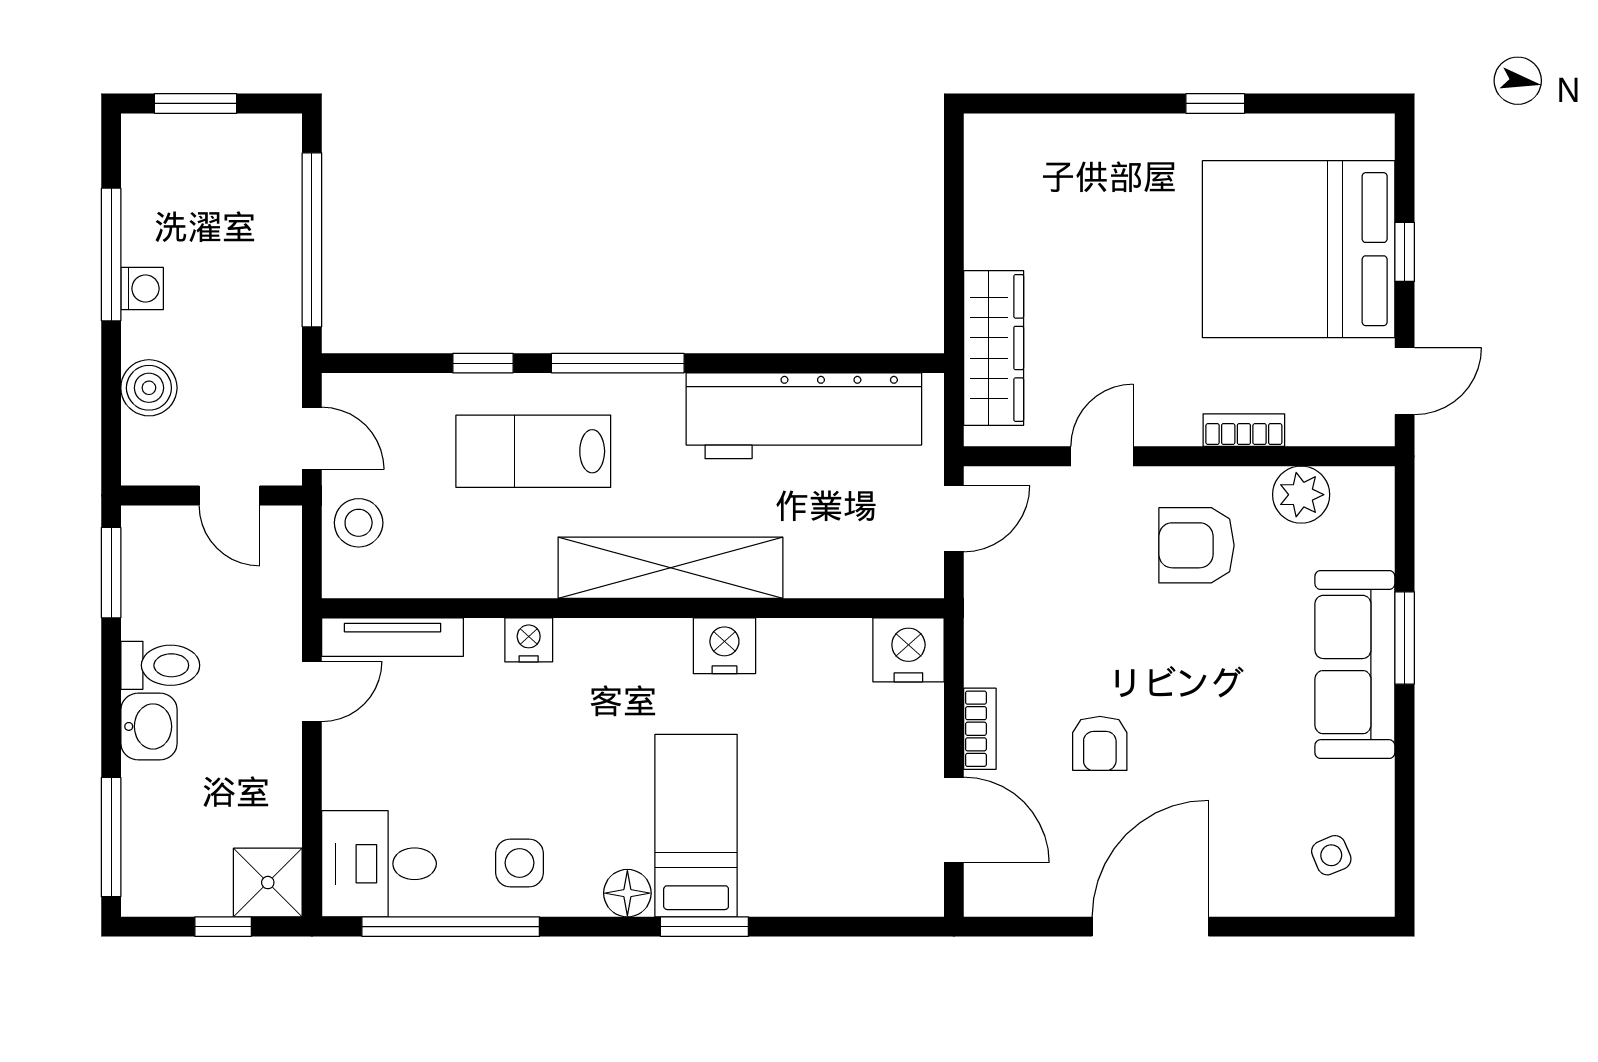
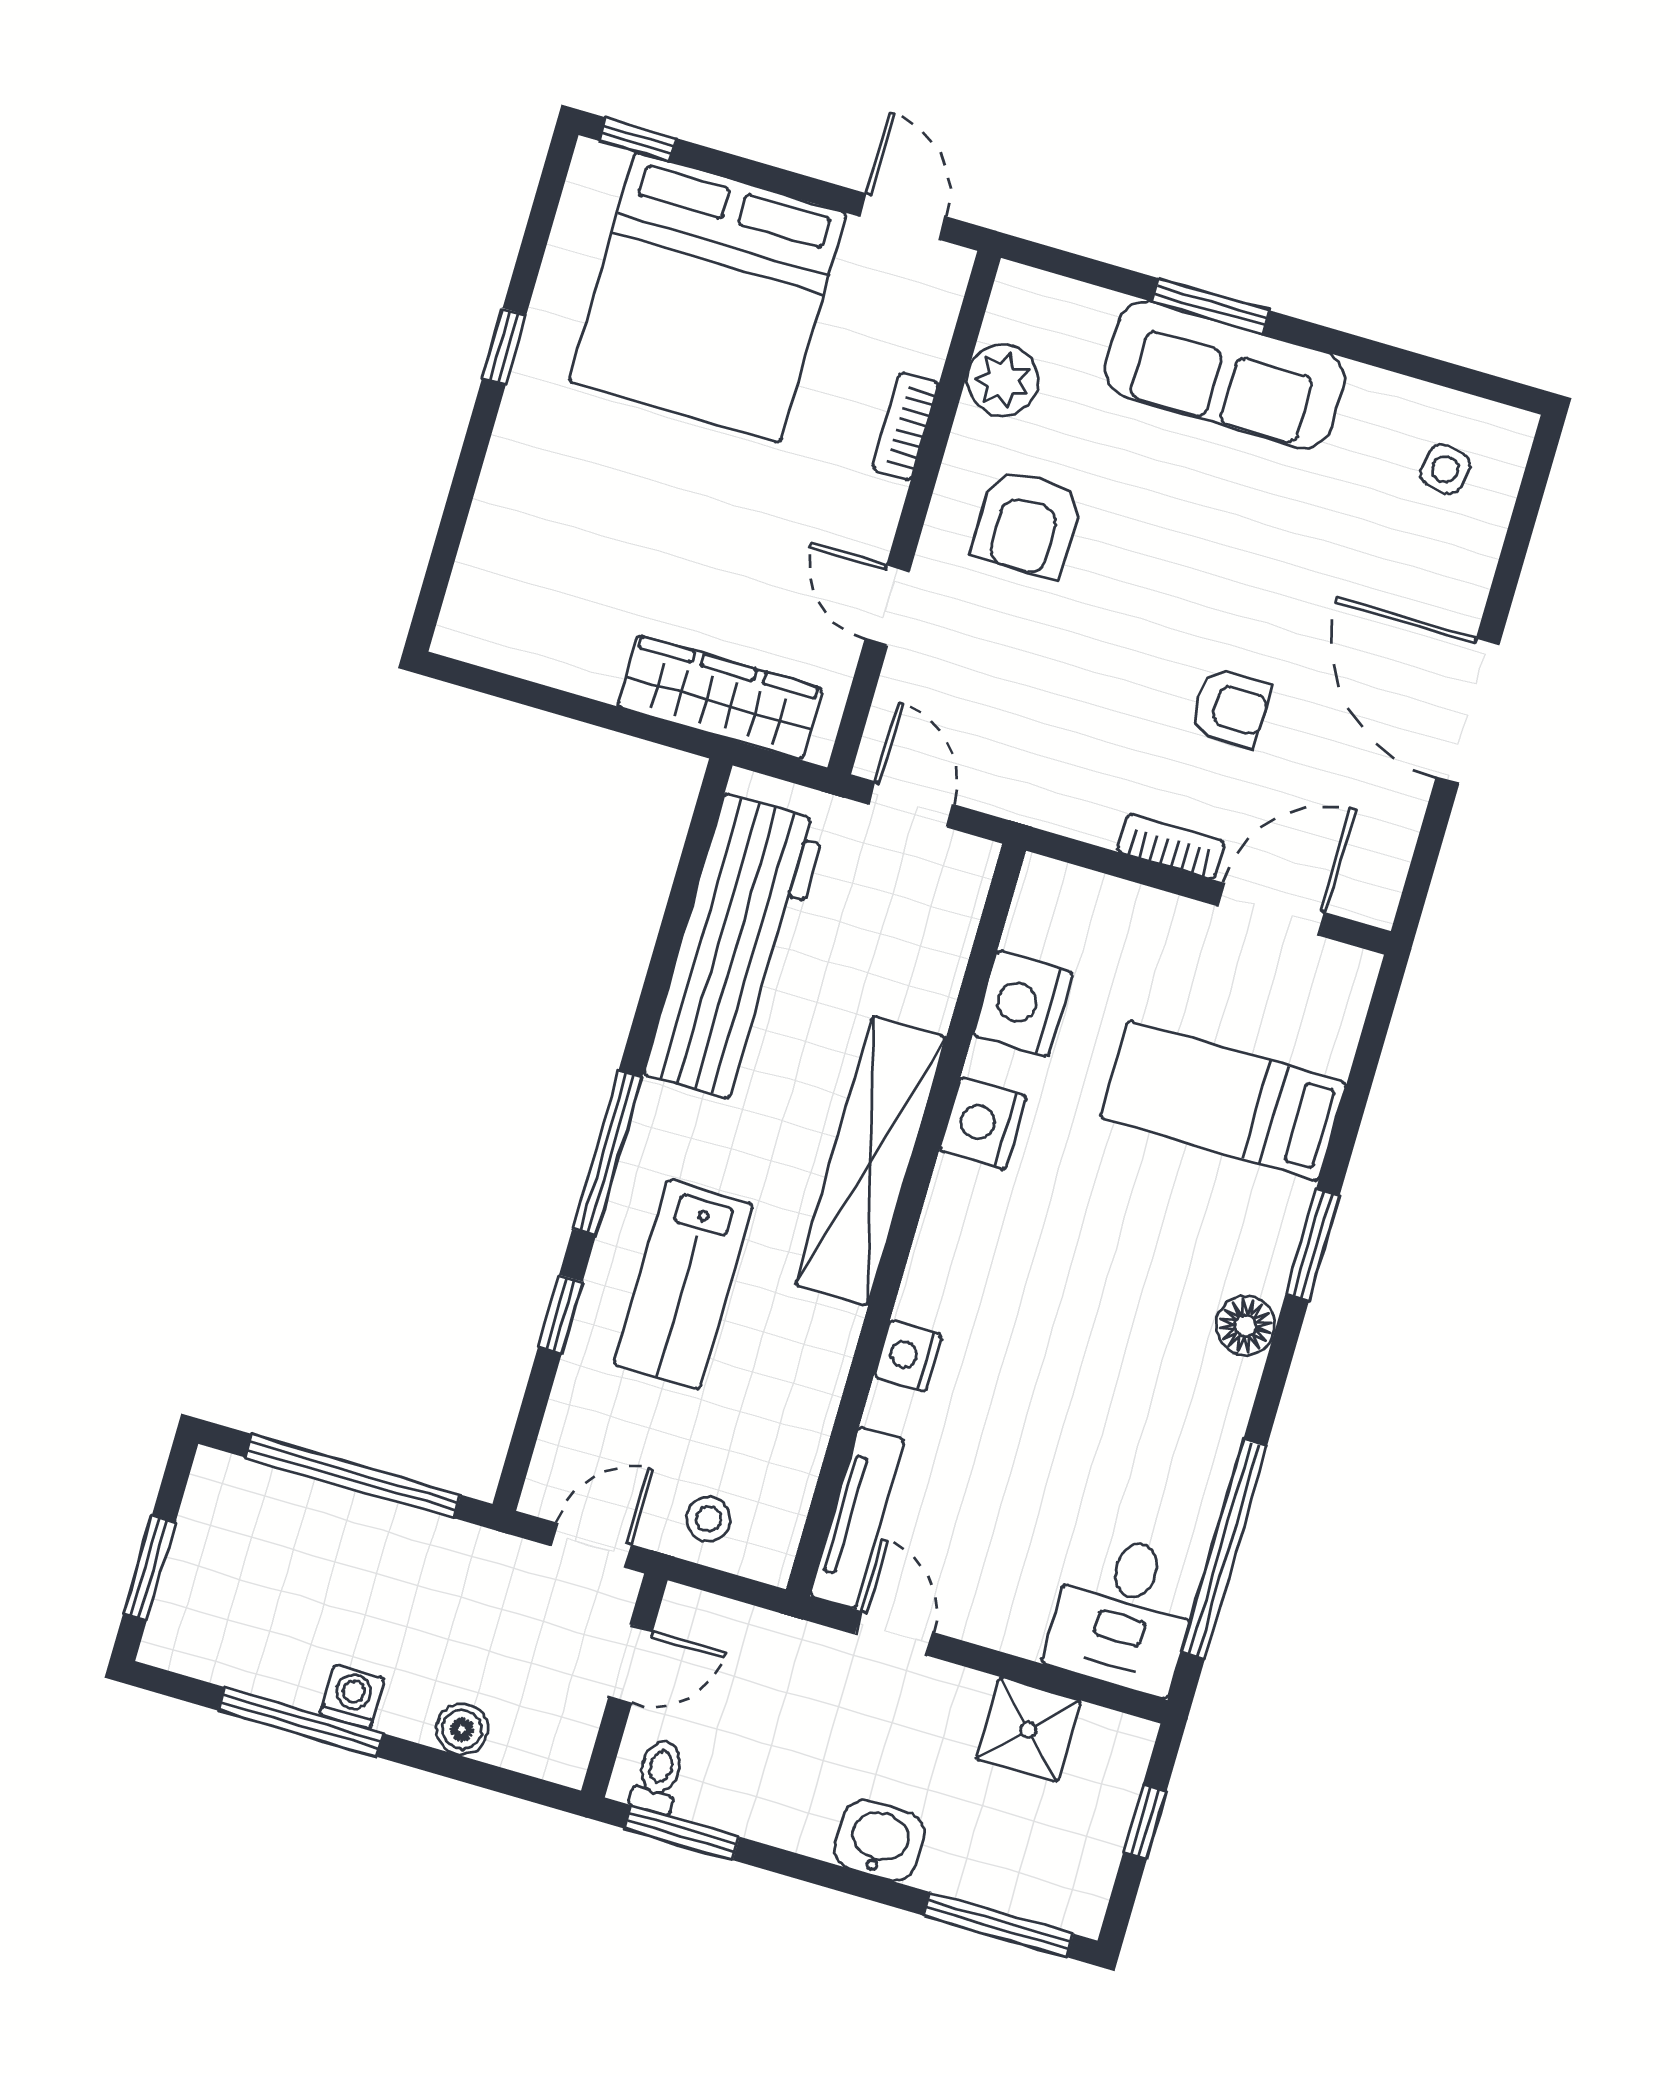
window: (1405, 252) -> (638, 139), moved
boiler: (149, 388) -> (462, 1729), width x0.73, depth x0.73
stool: (359, 523) -> (708, 1519), width x0.73, depth x0.73
nightstand: (908, 650) -> (1023, 1004), moved
toilet: (160, 665) -> (658, 1776), moved, width x0.73, depth x0.72
bed: (696, 826) -> (1223, 1100), moved
side table: (1331, 855) -> (1445, 469), turned 34
side table: (520, 863) -> (1172, 1444), removed
shower: (268, 883) -> (1028, 1730), moved

